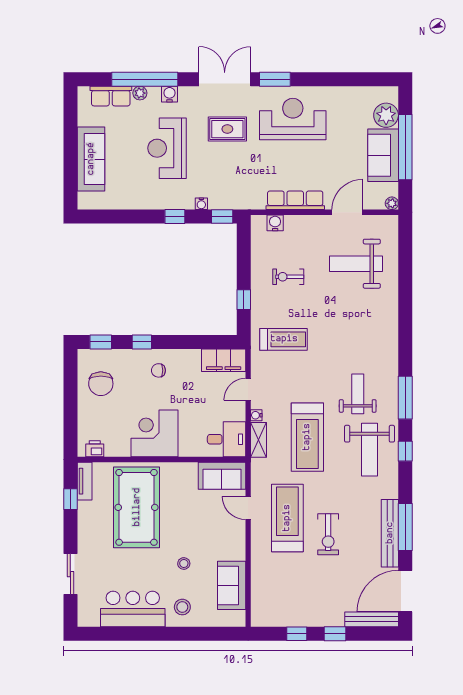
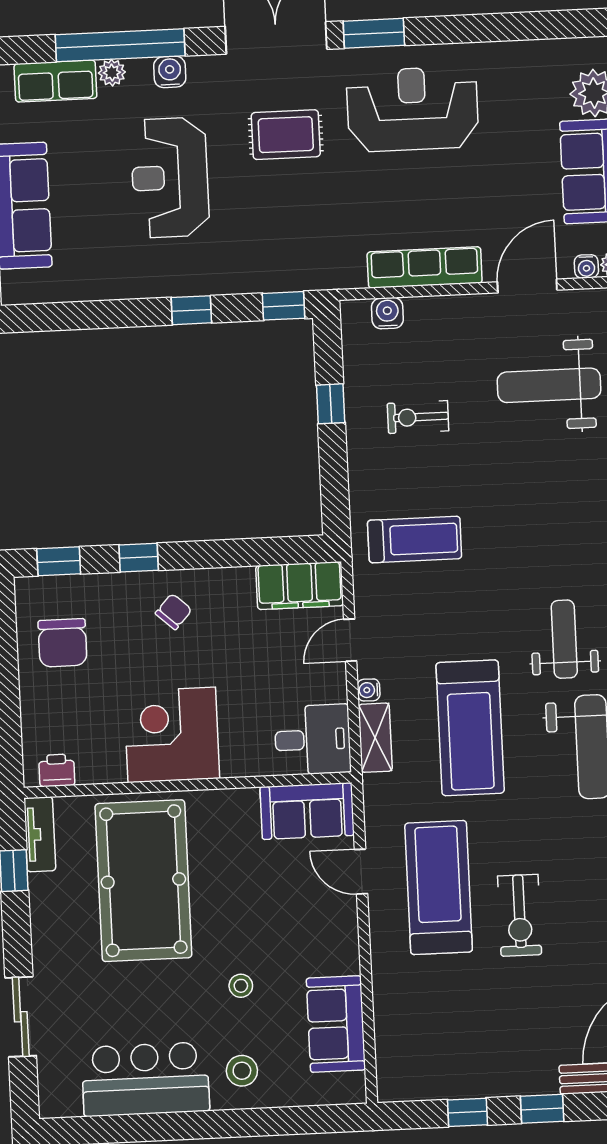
water cooler: (201, 204) -> (586, 266), moved
window: (244, 300) -> (331, 404), moved
chair: (158, 370) -> (174, 612), turned 132

